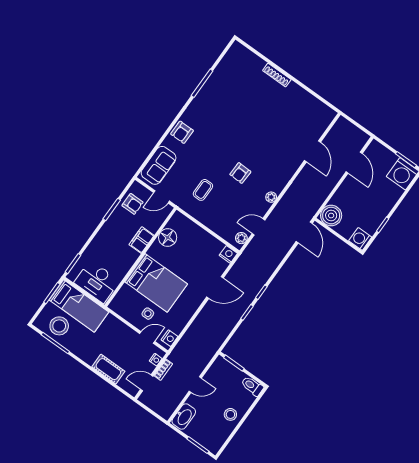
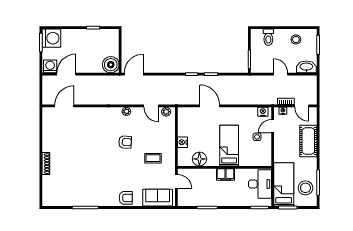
door: (313, 151) -> (64, 106), moved
armchair: (133, 204) -> (194, 197), removed
washing machine: (360, 239) -> (50, 66), moved, turned 180
filing cabinet: (142, 240) -> (226, 174), moved
nightstand: (228, 254) -> (183, 142), moved
bed: (156, 283) -> (229, 146), width x0.67
door: (147, 338) -> (273, 126), hinge flipped
cot: (108, 369) -> (308, 141), width x1.37, depth x1.34
toilet: (252, 386) -> (268, 37), moved
stool: (230, 414) -> (296, 39), moved

